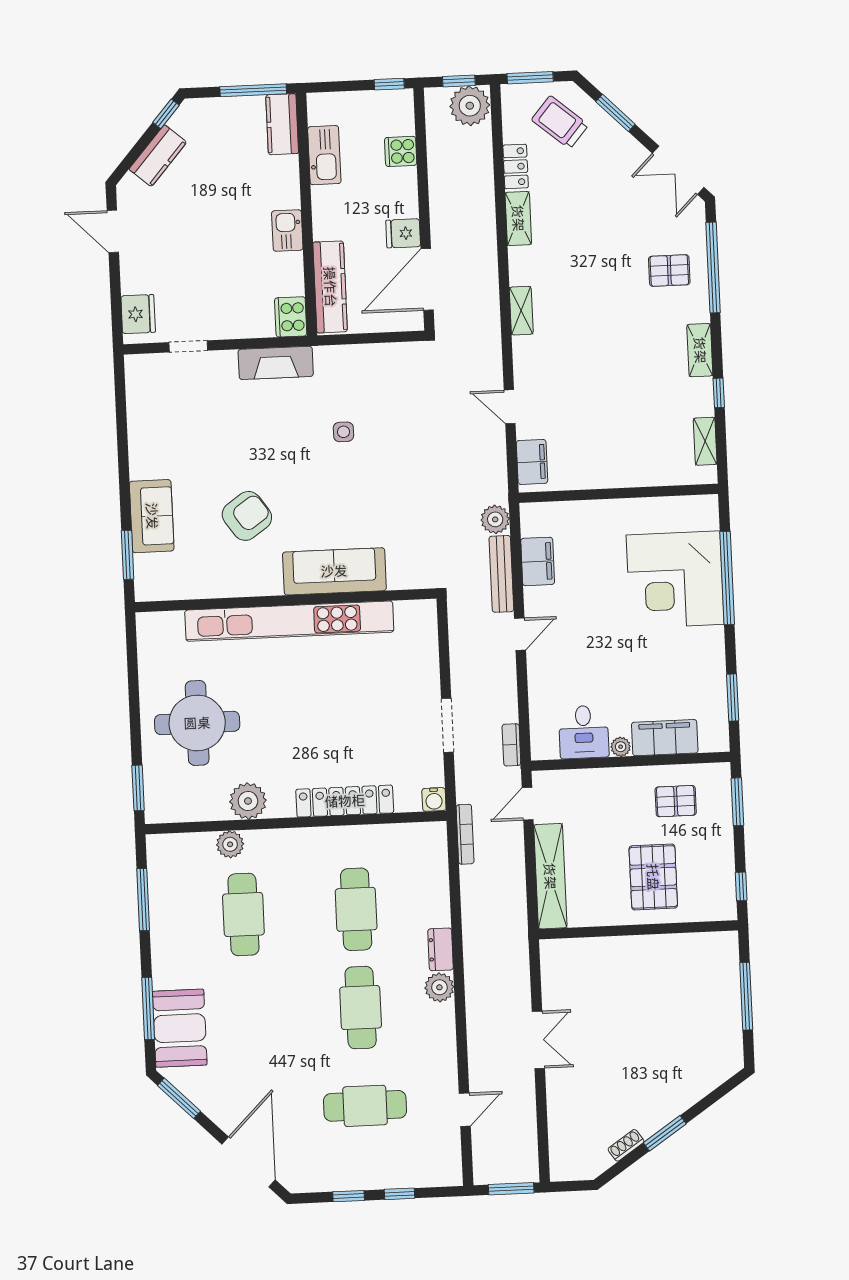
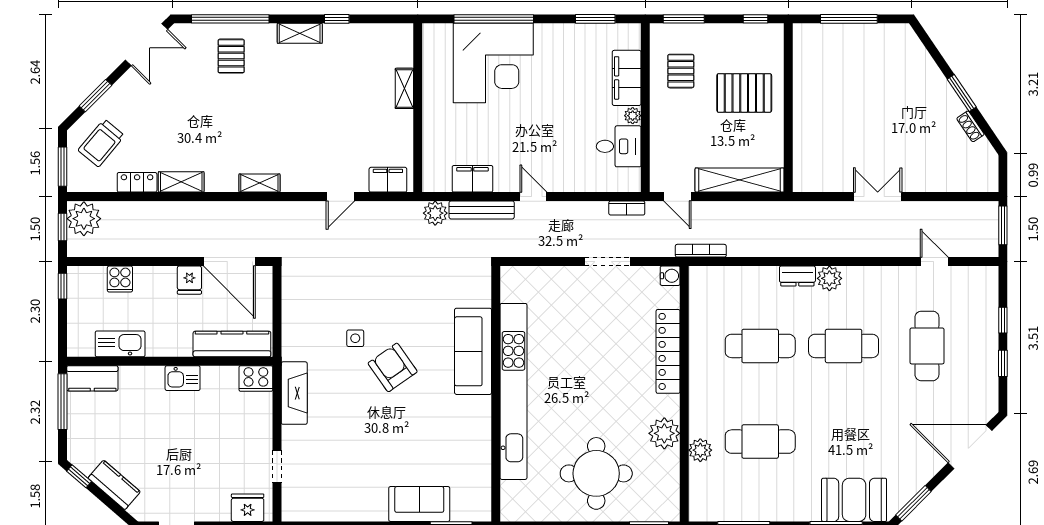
shelving: (705, 441) -> (404, 88), moved, turned 90
armchair: (247, 516) -> (393, 367), moved

